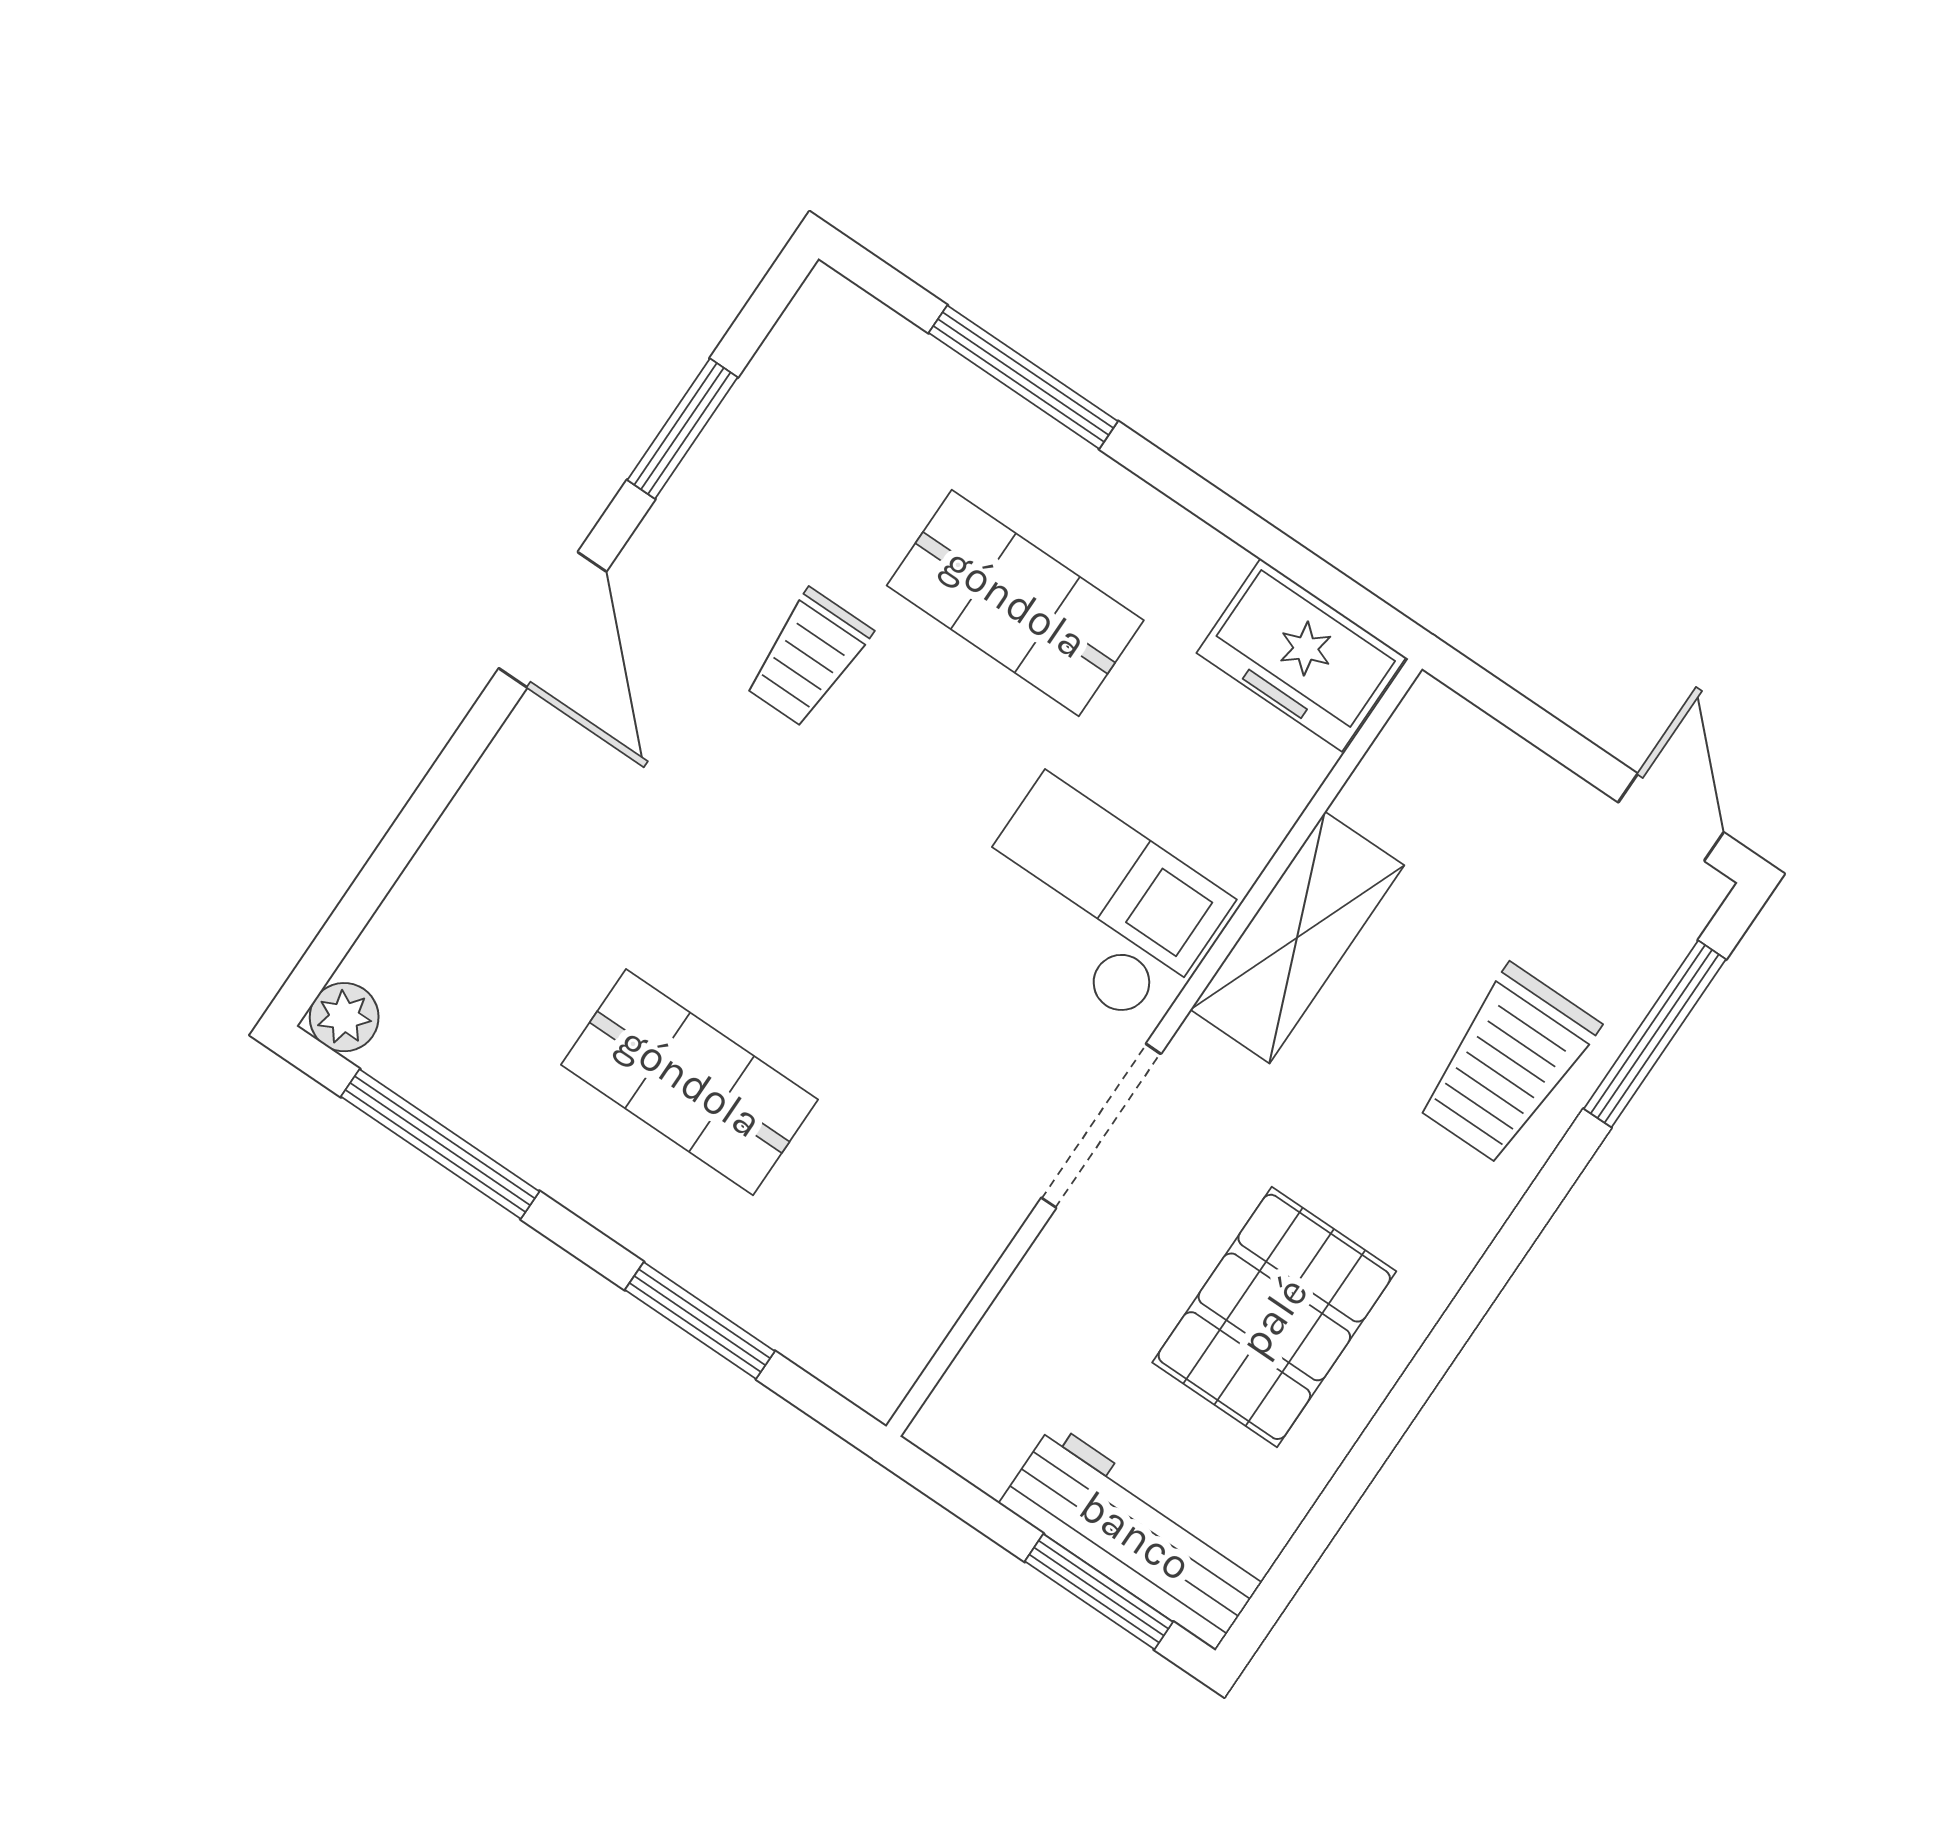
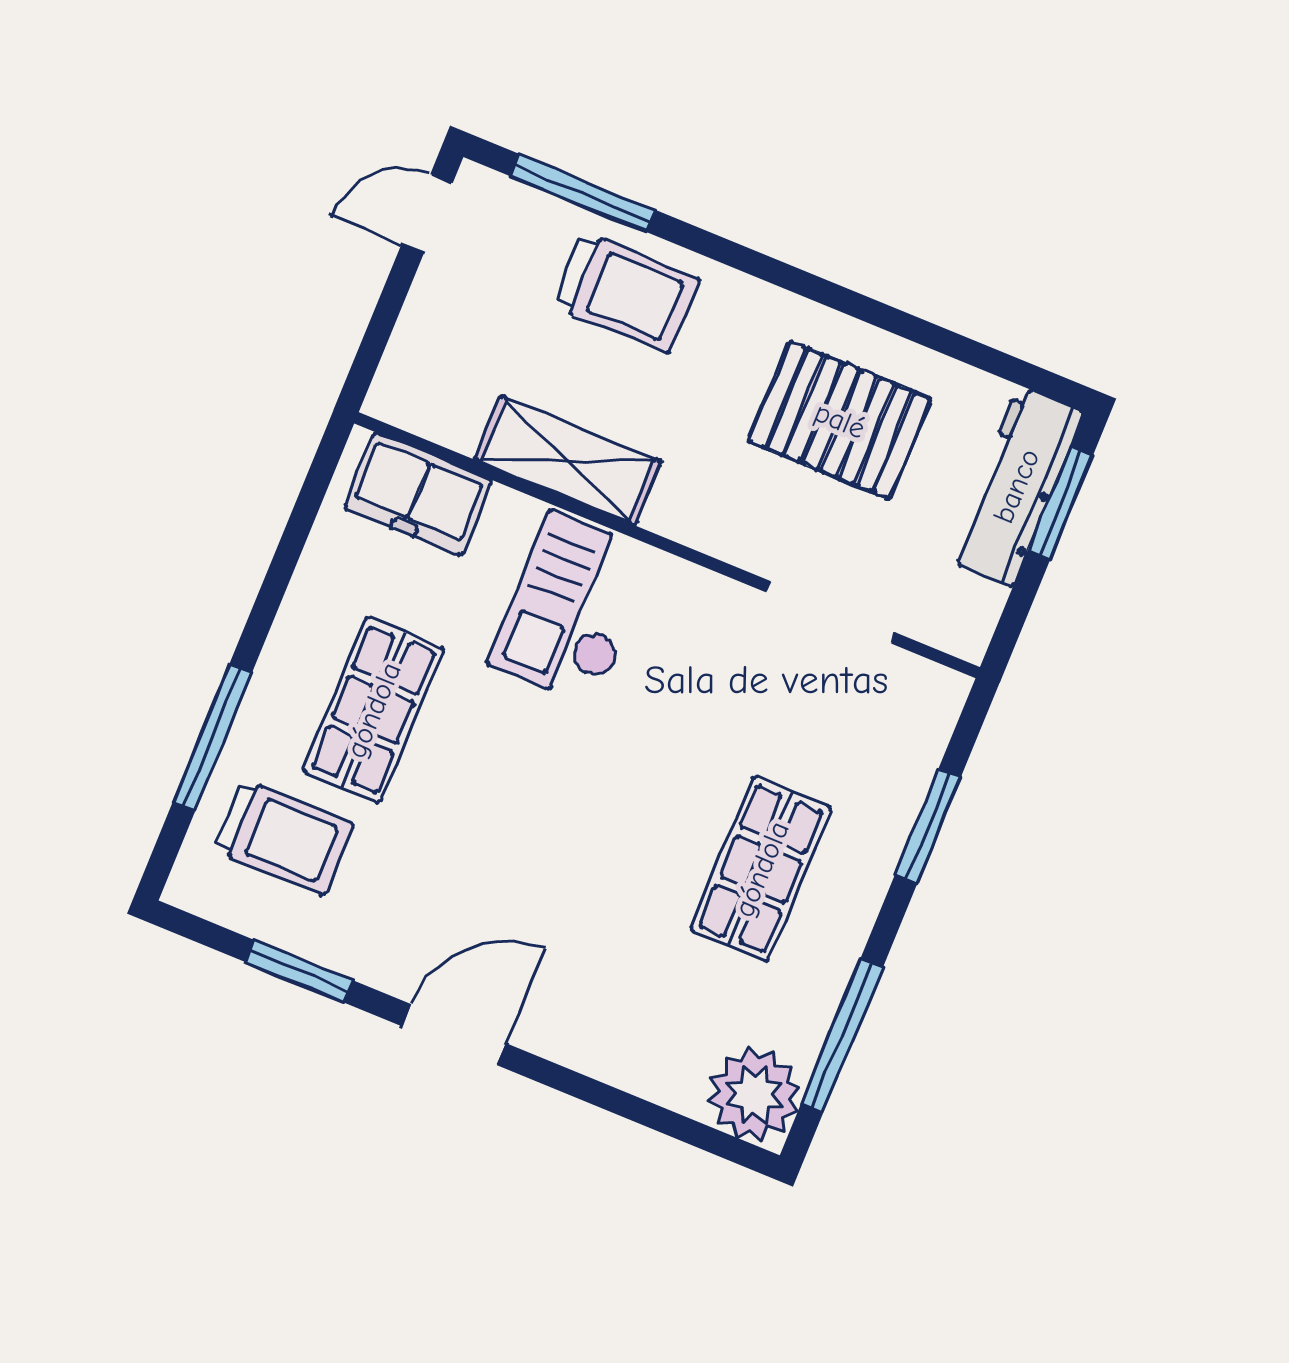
freezer: (1301, 655) -> (418, 494), moved, turned 90
trolley: (808, 658) -> (283, 837), moved, width x1.36, depth x1.39
plant: (344, 1017) -> (754, 1095), width x1.88, depth x1.88
doorway: (1101, 1126) -> (831, 612), moved

